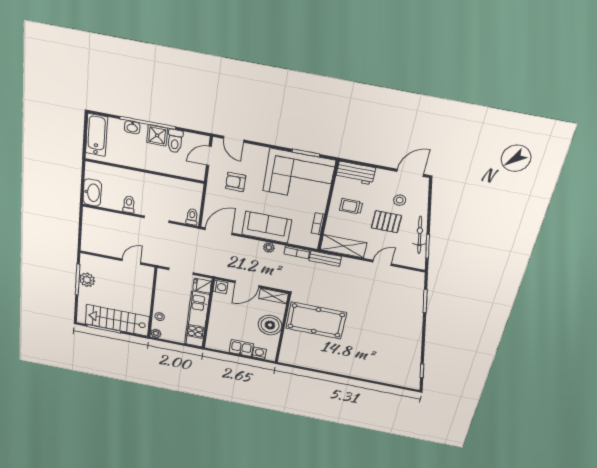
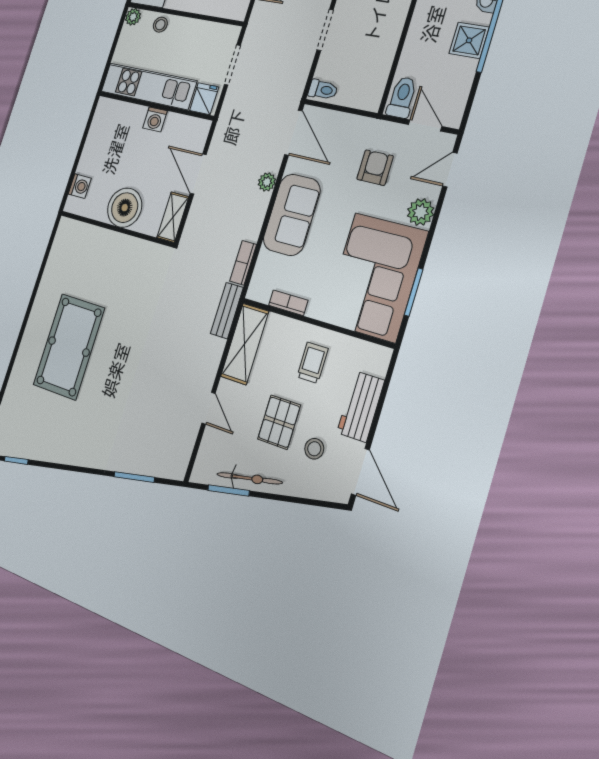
toilet: (175, 141) -> (402, 97), moved, turned 90
plant: (259, 154) -> (421, 212), added
workbench: (356, 173) -> (361, 406), moved
plant: (269, 247) -> (267, 182), moved
washing machine: (220, 287) -> (155, 119), moved
pool table: (316, 320) -> (69, 347), moved
kitchen sink: (241, 348) -> (92, 157), removed

